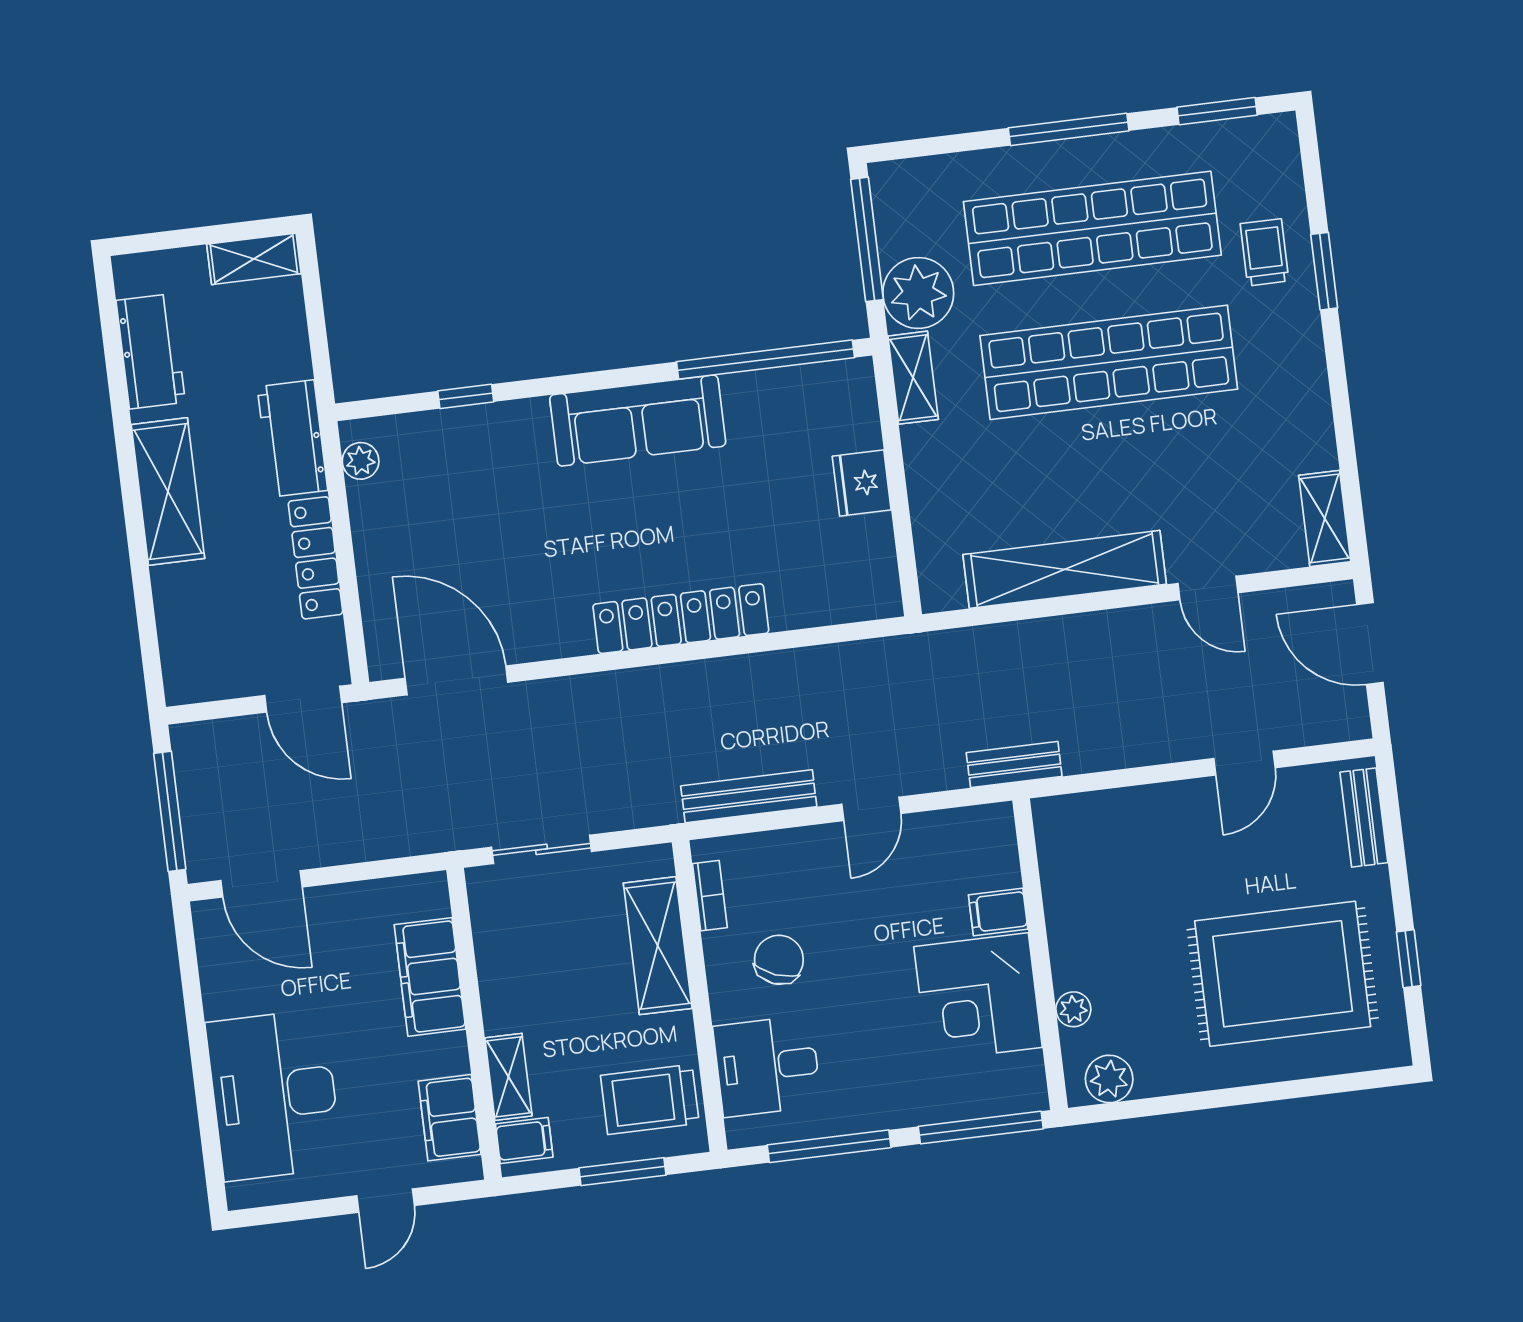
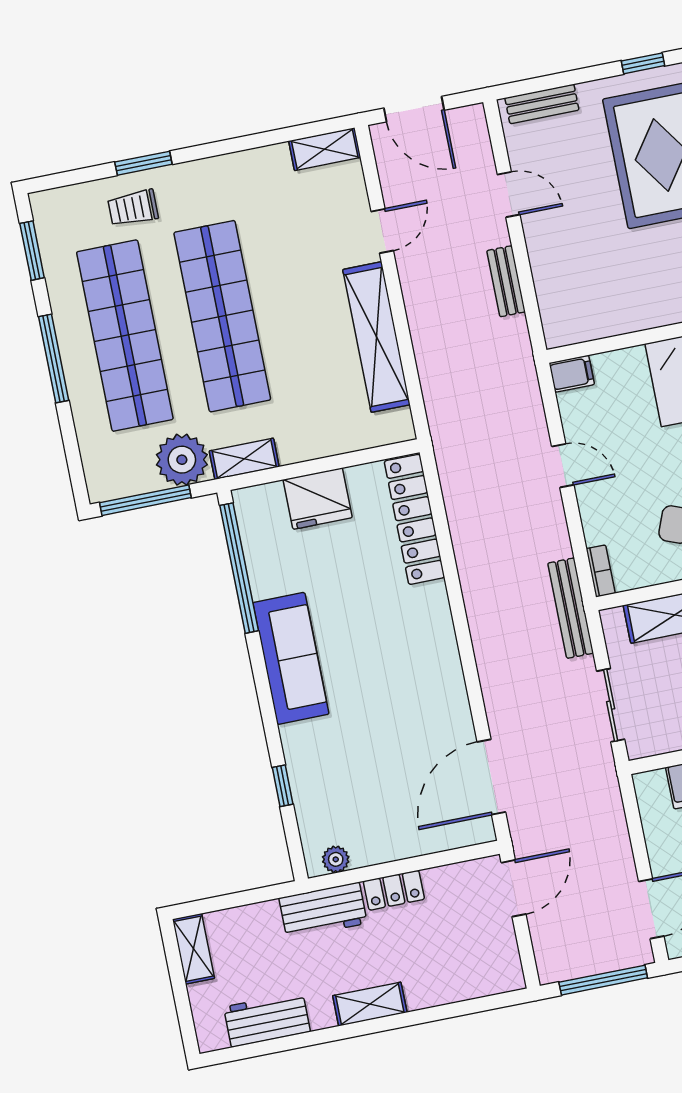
fridge: (862, 483) -> (318, 499), width x1.36, depth x1.34
shelving: (168, 492) -> (370, 1004), width x0.67, depth x0.75
locker: (315, 558) -> (394, 890), width x0.66
locker: (681, 619) -> (414, 519), moved
door: (1370, 644) -> (414, 109), hinge flipped
bench: (1014, 765) -> (506, 281), moved
bench: (749, 796) -> (571, 608), moved
bookcase: (710, 896) -> (601, 571), moved, turned 90
filing cabinet: (998, 912) -> (572, 374), moved, turned -90

